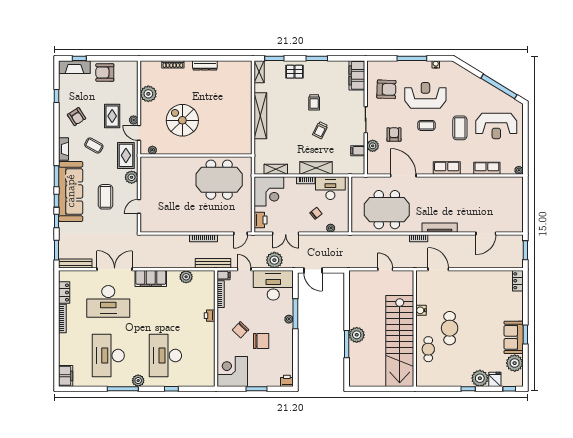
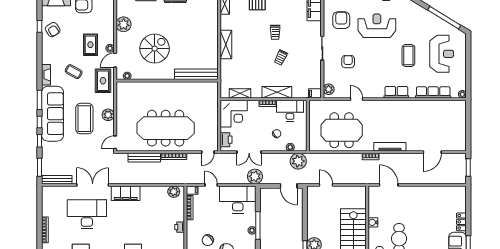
armchair: (386, 89) -> (341, 20), turned -92
shelving: (260, 116) -> (226, 44), width x0.68
armchair: (77, 117) -> (53, 30), moved
spiral stairs: (182, 120) -> (155, 49), turned 90
coffee table: (426, 125) -> (378, 53), removed
reception desk: (496, 126) -> (442, 54), turned -90
door: (139, 133) -> (115, 60), hinge flipped
plant: (373, 146) -> (329, 89), moved
bench: (228, 148) -> (196, 74), added
filing cabinet: (358, 151) -> (315, 93), moved
row of seats: (487, 168) -> (433, 92), width x1.48
door: (403, 176) -> (357, 99), width x0.53
plant: (132, 177) -> (108, 115), moved
meeting table: (219, 180) -> (166, 128), moved, width x1.36
coffee table: (106, 197) -> (84, 119), width x1.36, depth x1.32
door: (139, 206) -> (115, 142), moved
plant: (339, 243) -> (298, 161), added
plant: (274, 260) -> (255, 176), moved
bench: (213, 263) -> (144, 158), moved
door: (385, 269) -> (326, 185), moved
door: (313, 270) -> (289, 186), moved
plant: (186, 277) -> (174, 192), moved
locker: (518, 281) -> (461, 222), moved
locker: (64, 293) -> (47, 206), removed
desk: (108, 301) -> (87, 214), turned 180

